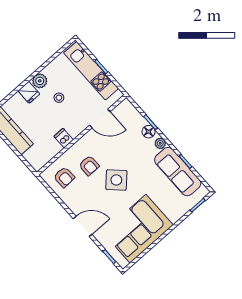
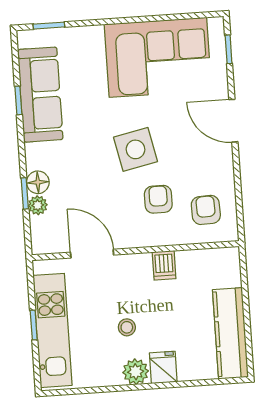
plant: (160, 143) -> (38, 205), moved
side table: (116, 180) -> (135, 149), turned 34

